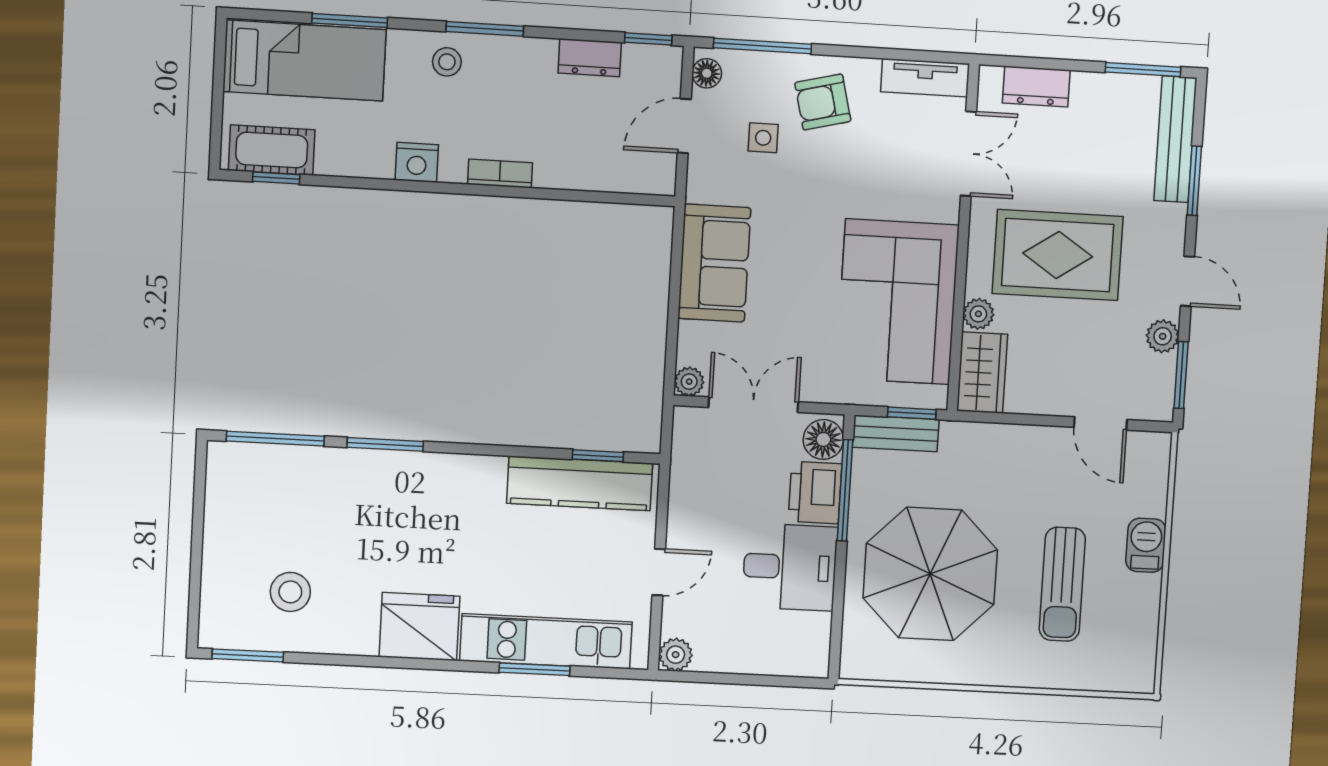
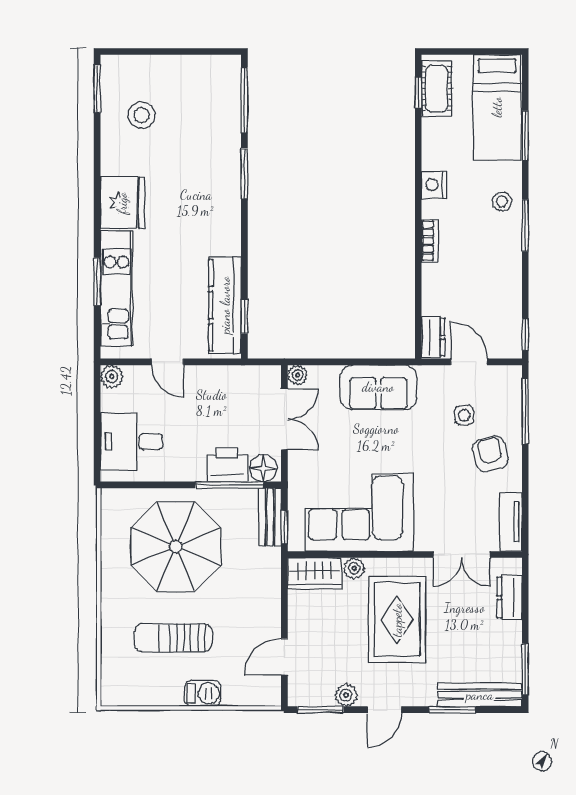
dresser: (590, 58) -> (433, 337), moved, turned 180
floor lamp: (707, 73) -> (505, 375), removed
desk: (790, 567) -> (131, 442), moved, turned 90

